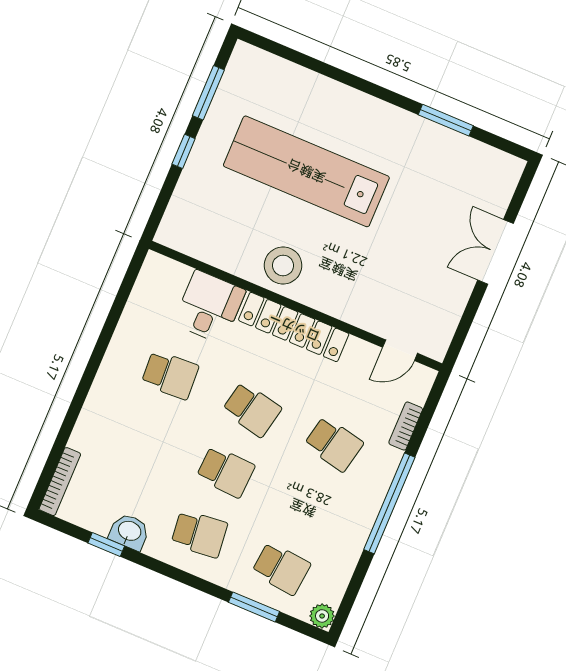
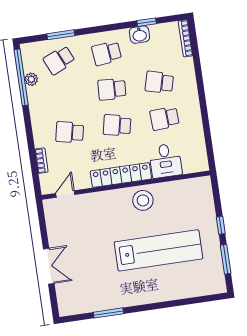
school desk: (144, 437) -> (159, 82), added
window: (389, 503) -> (21, 77), moved
school desk: (281, 568) -> (59, 60), turned -30
plant: (322, 616) -> (31, 79), moved

